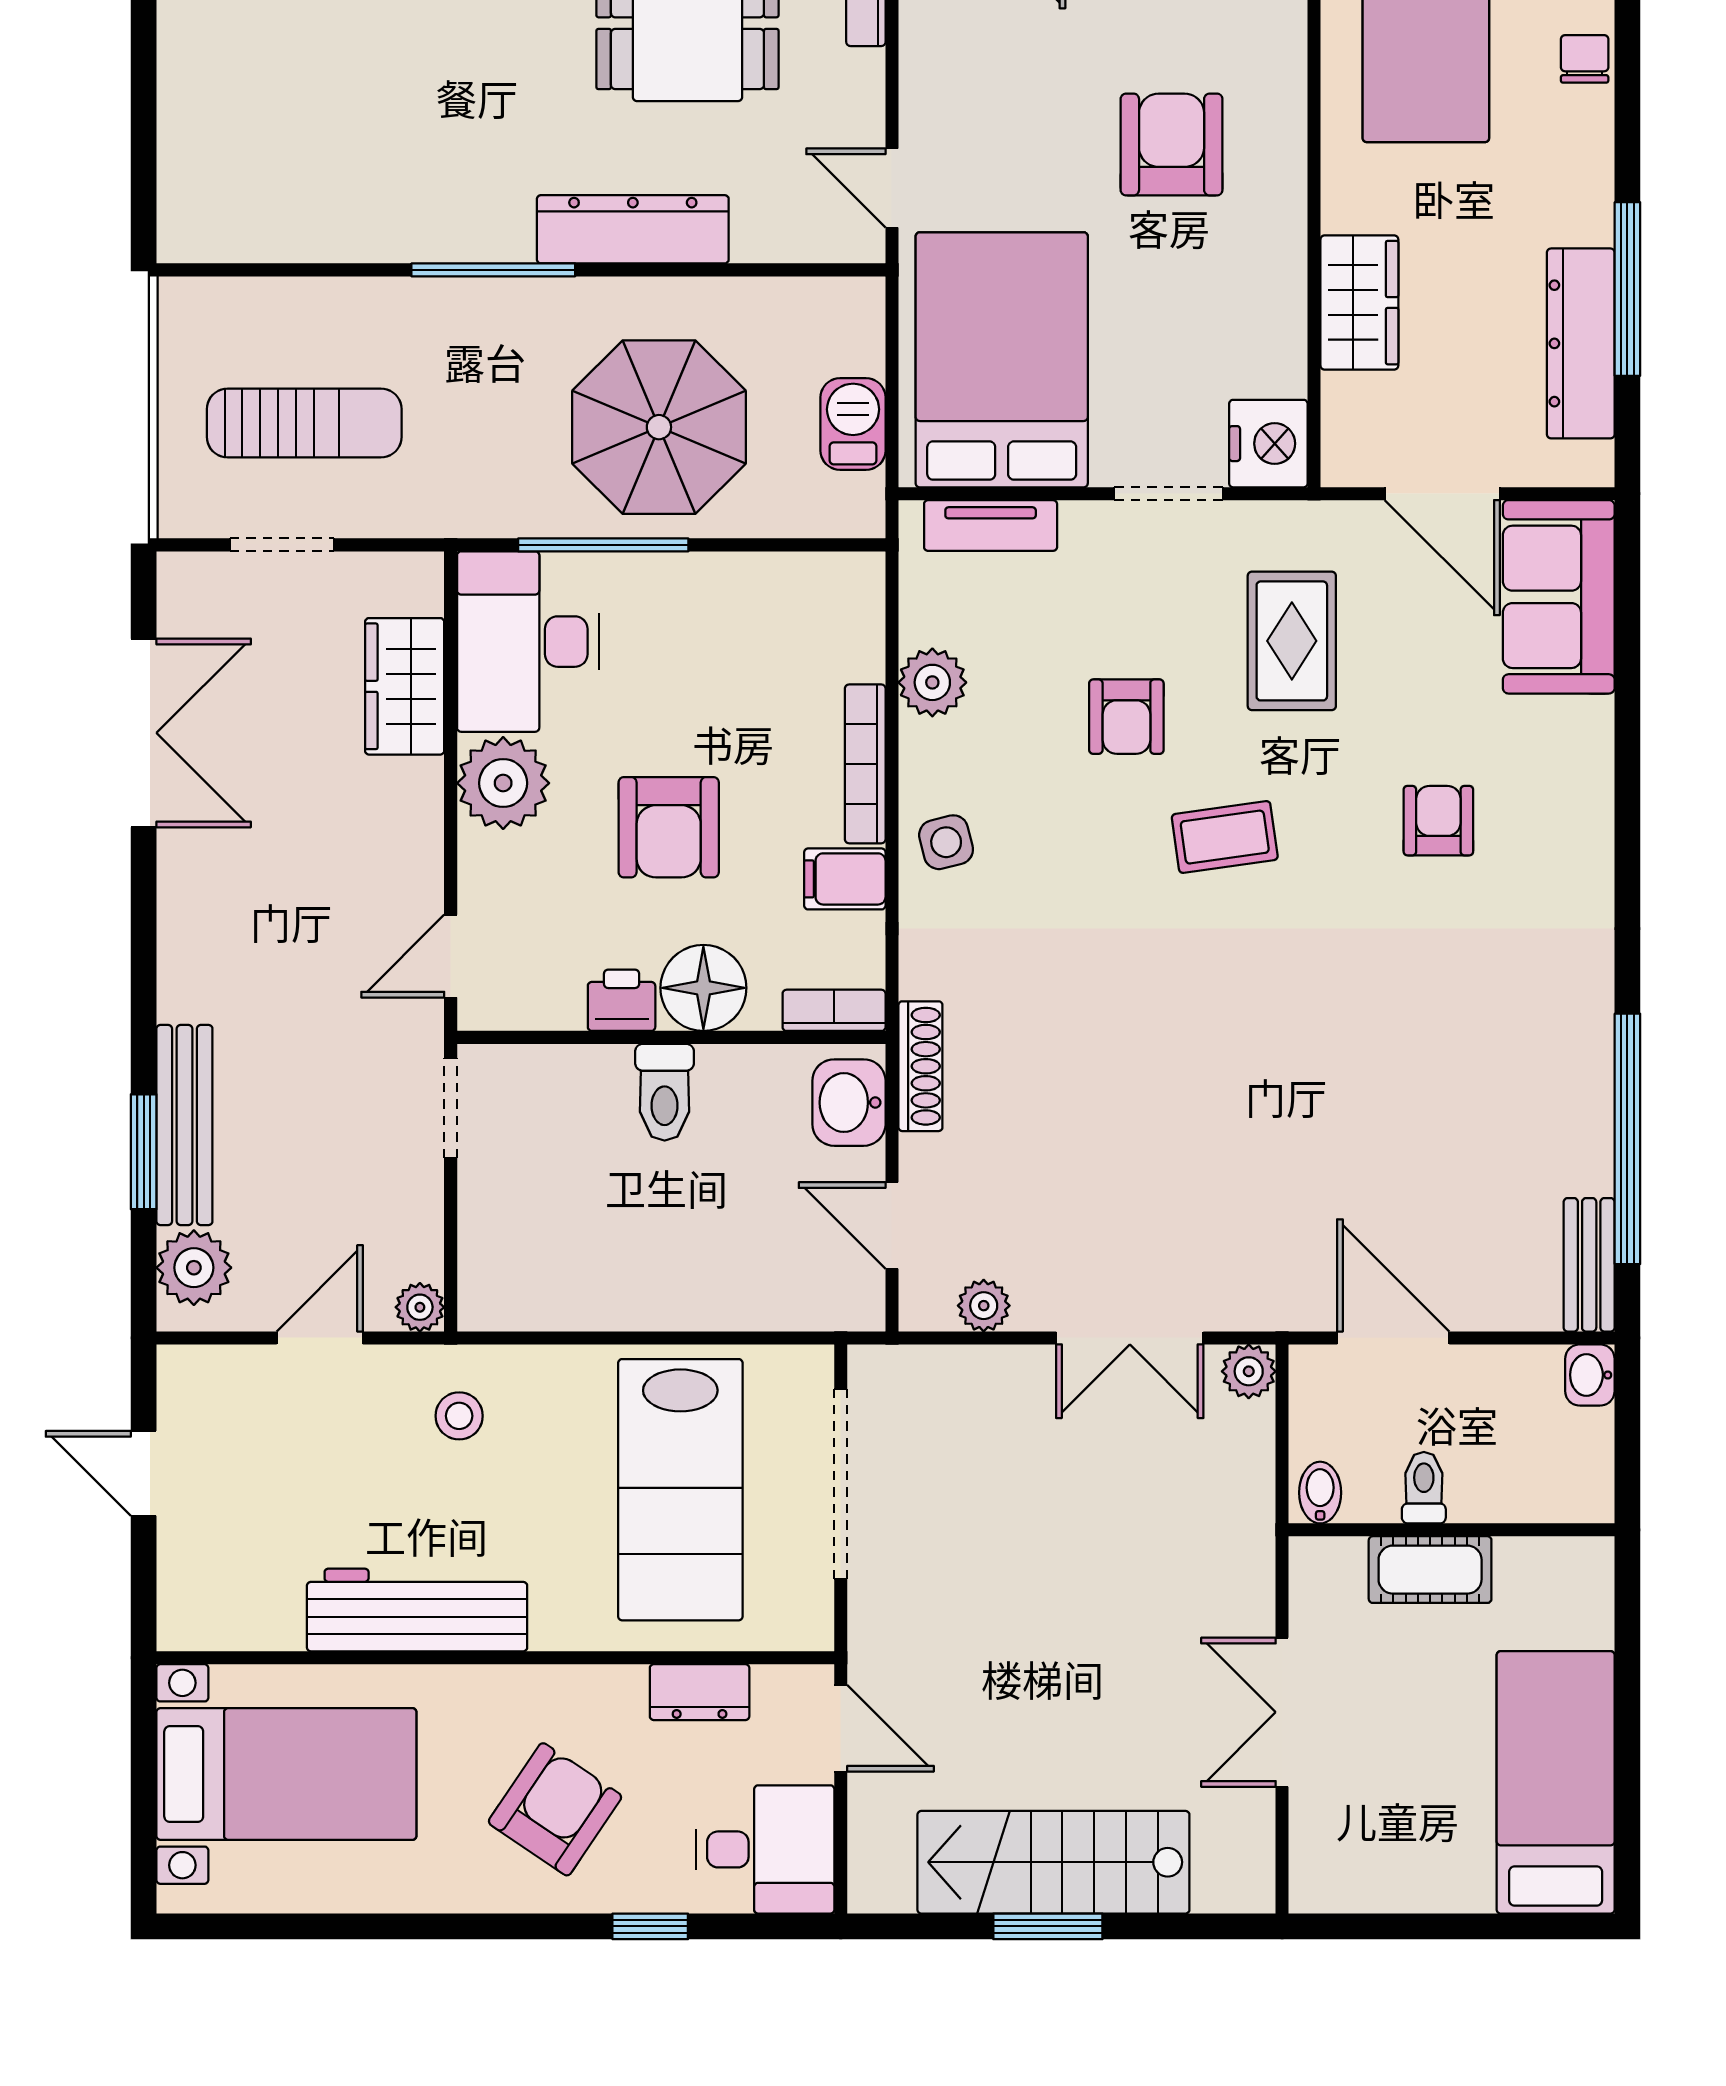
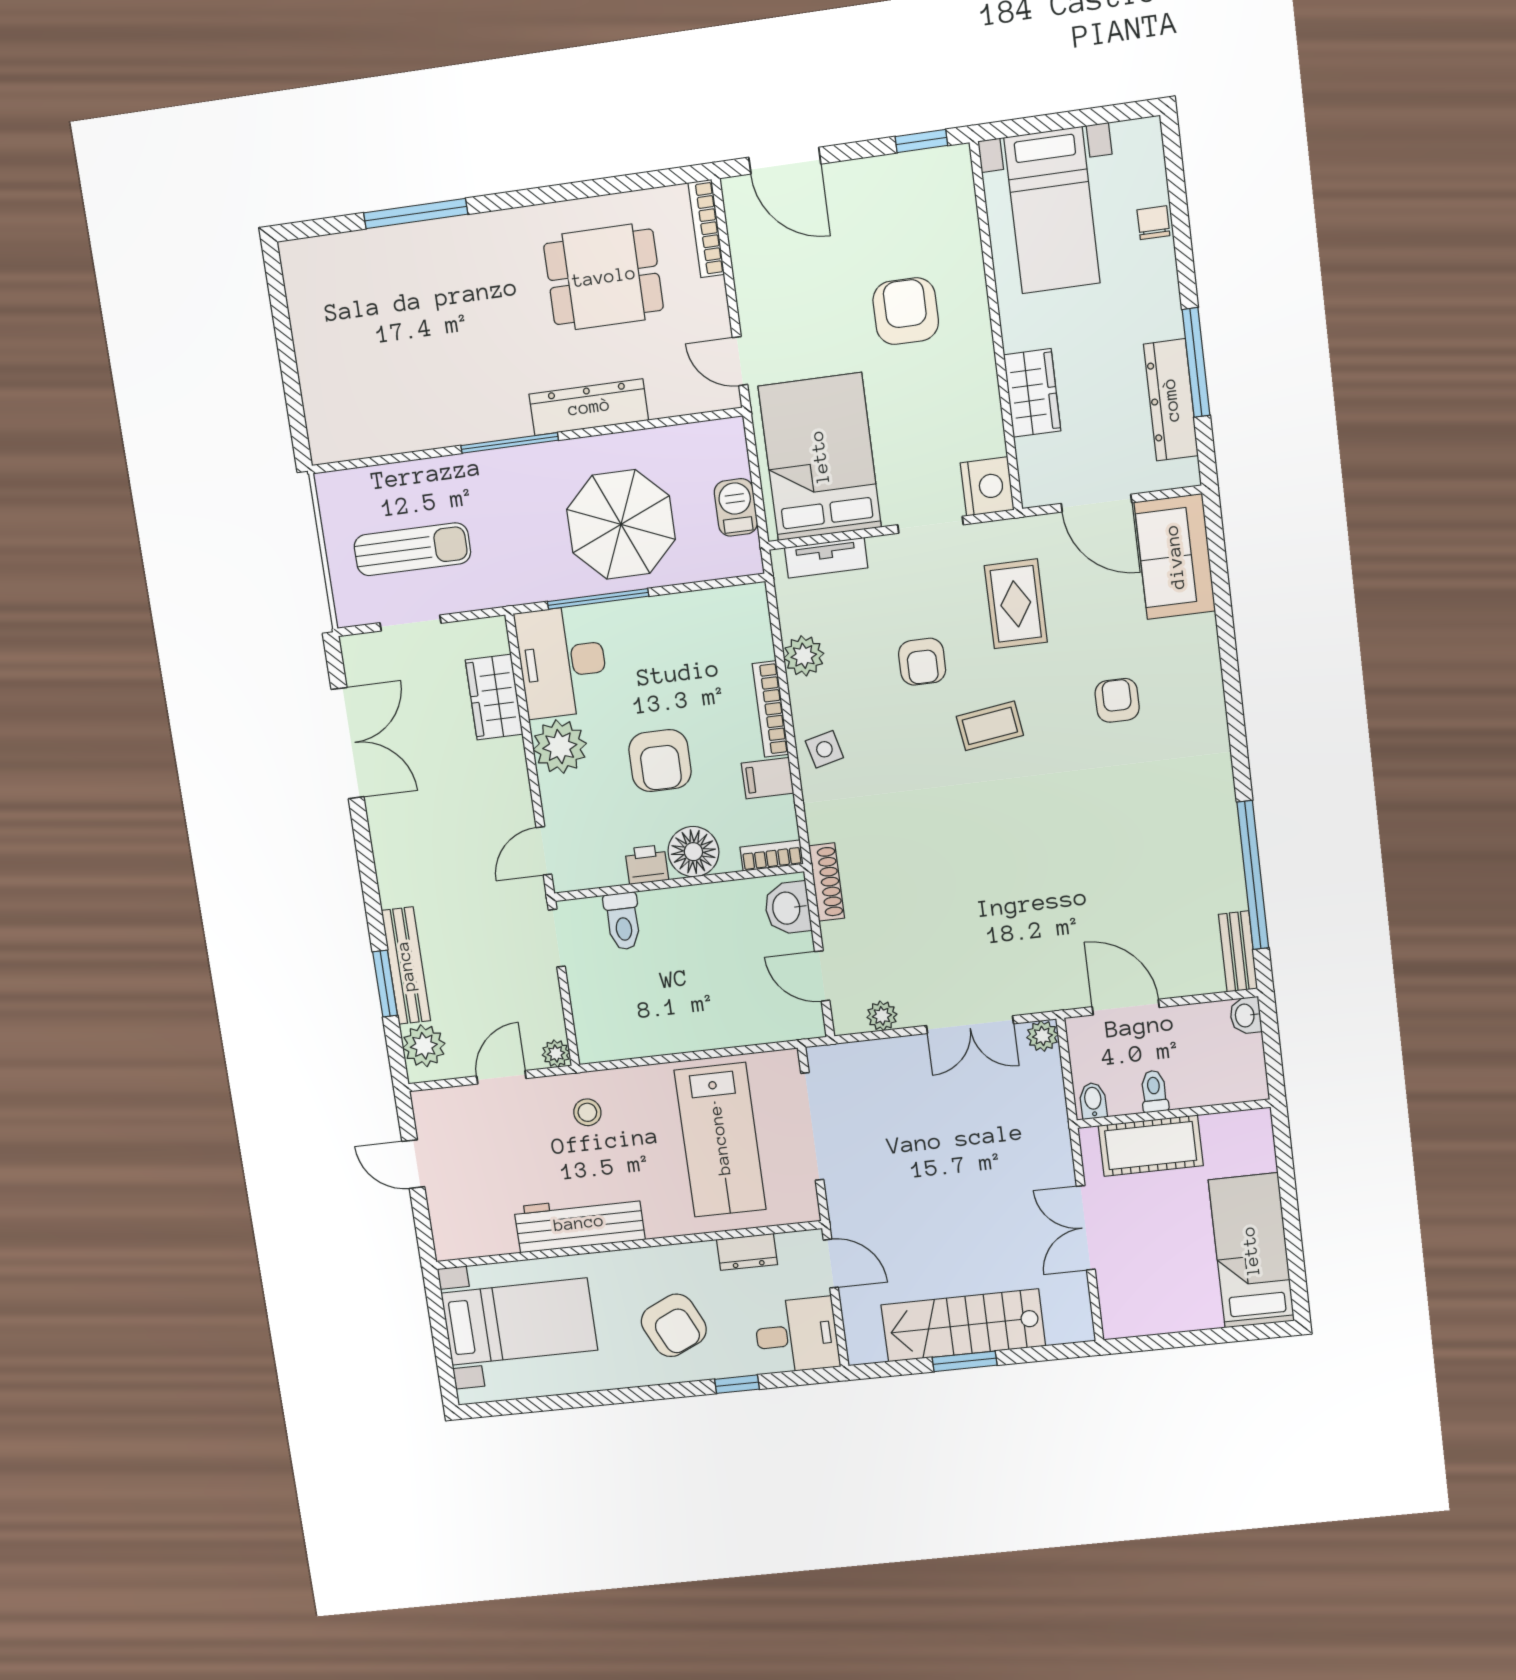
toilet: (665, 1092) -> (623, 921), moved
cot: (1430, 1570) -> (1151, 1146), width x1.37, depth x1.34
armchair: (555, 1809) -> (674, 1325), turned 121

